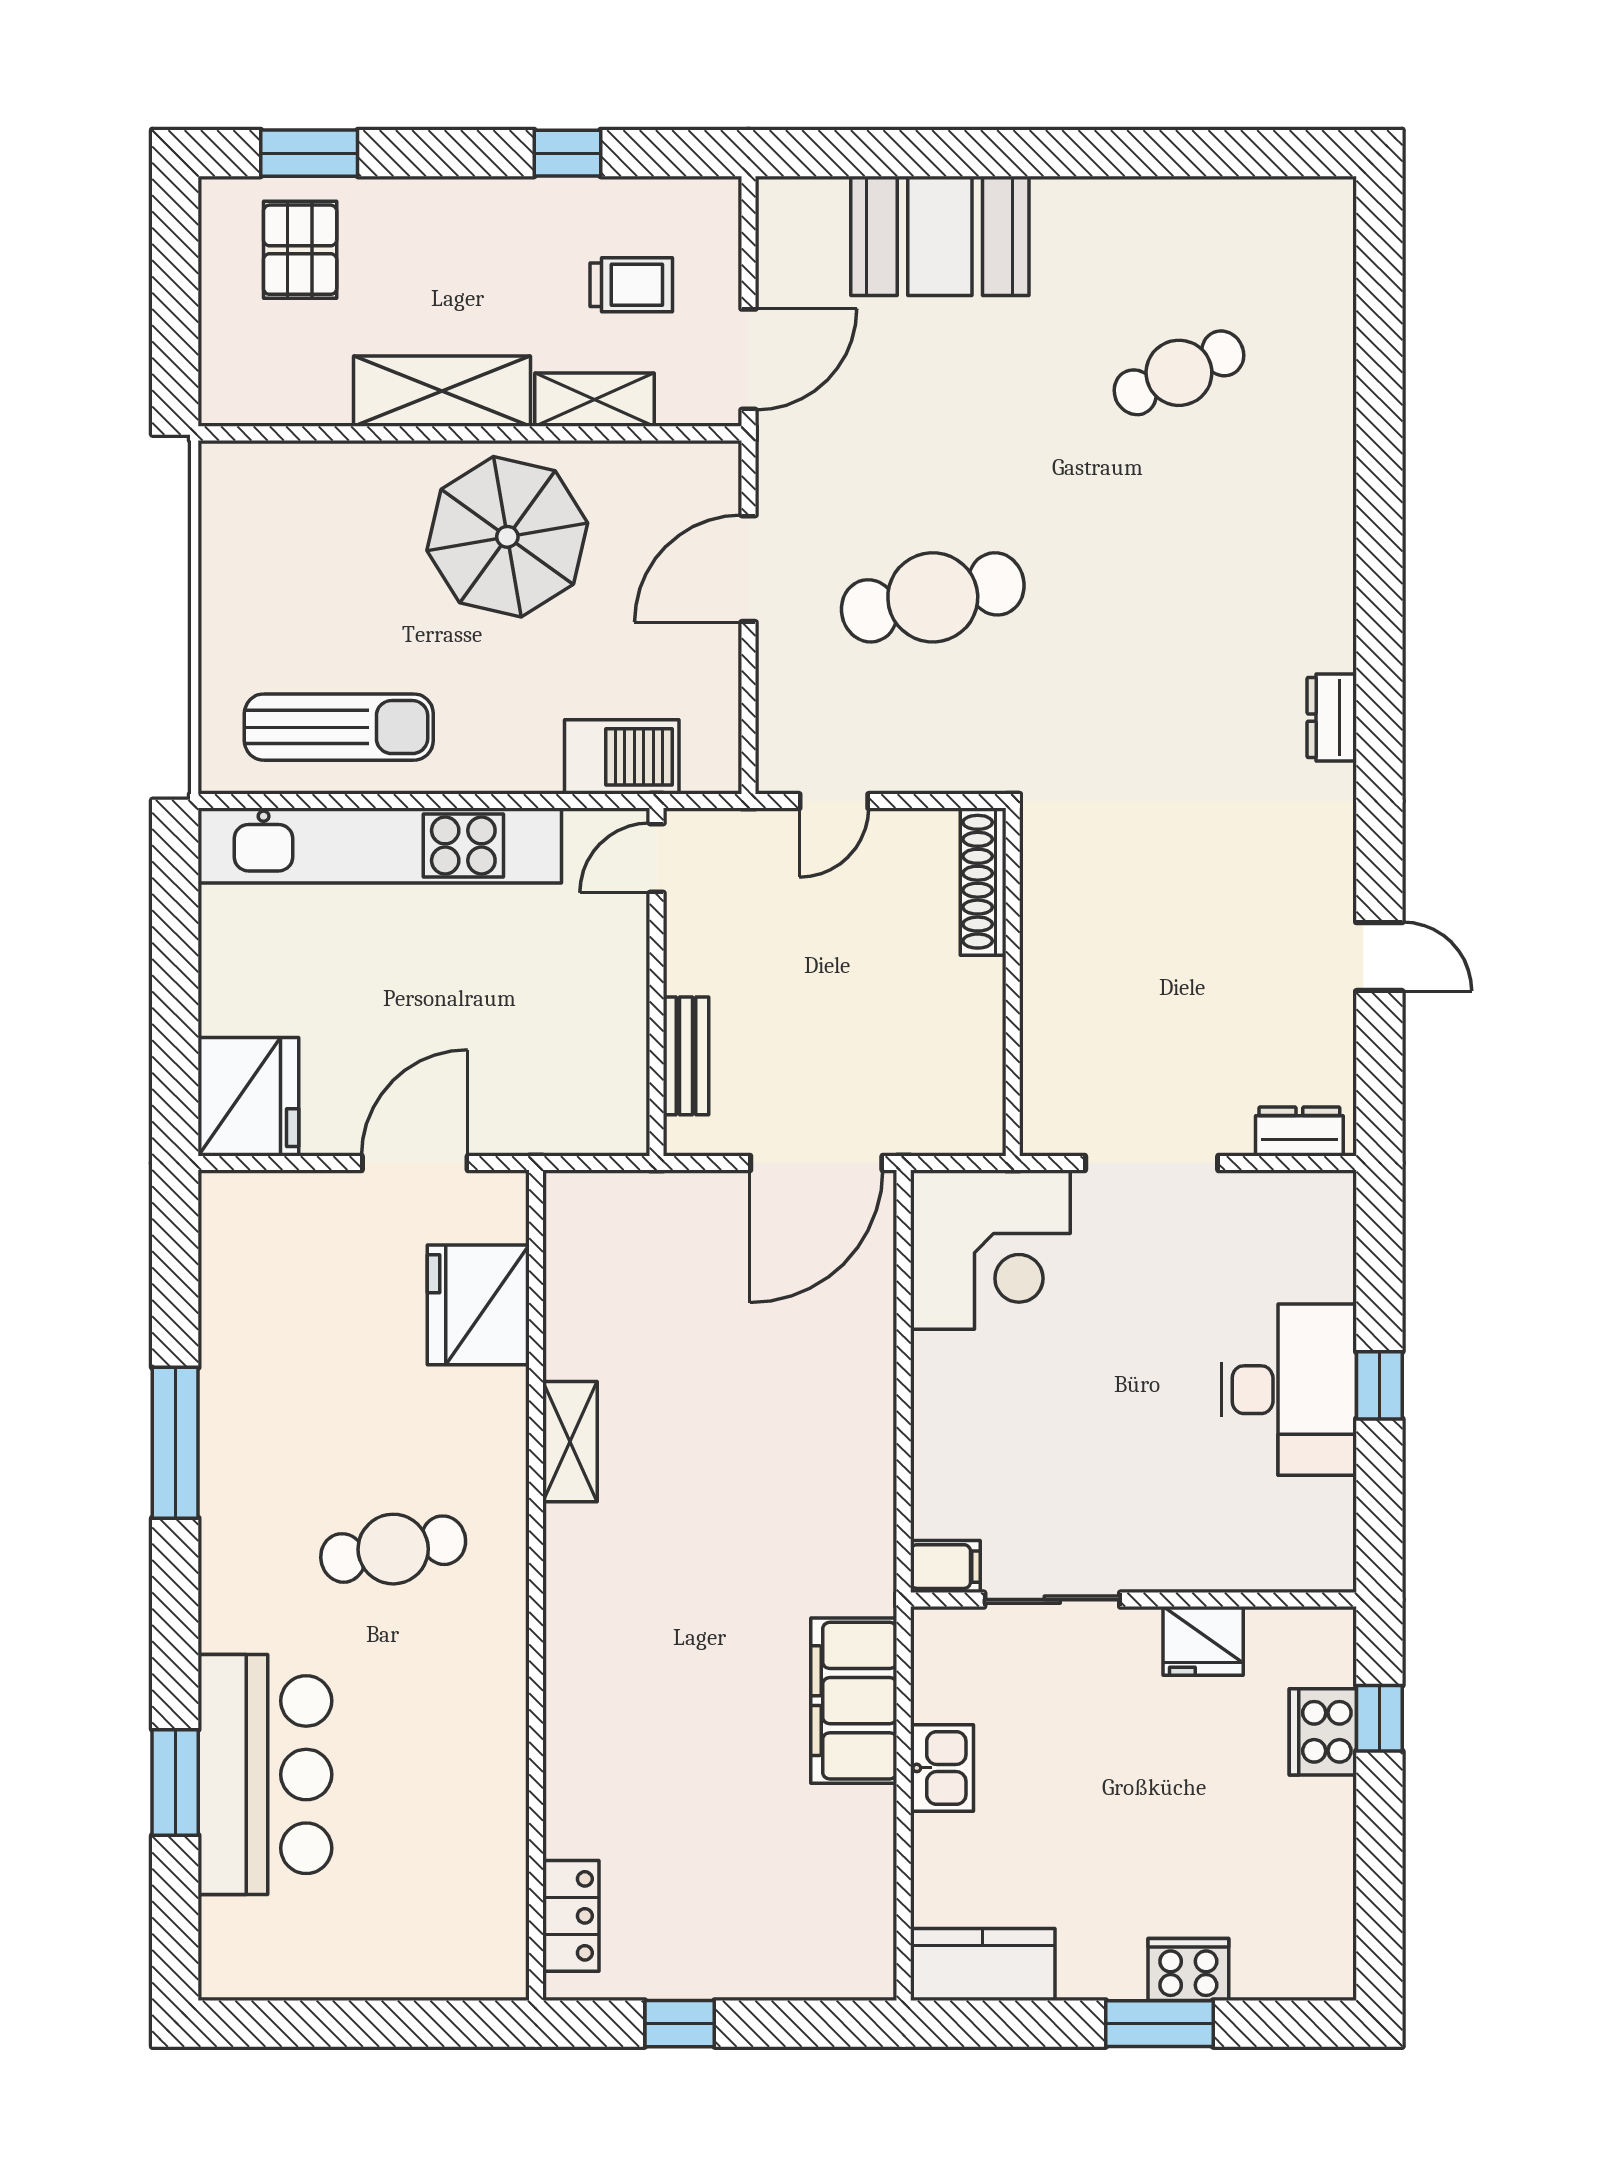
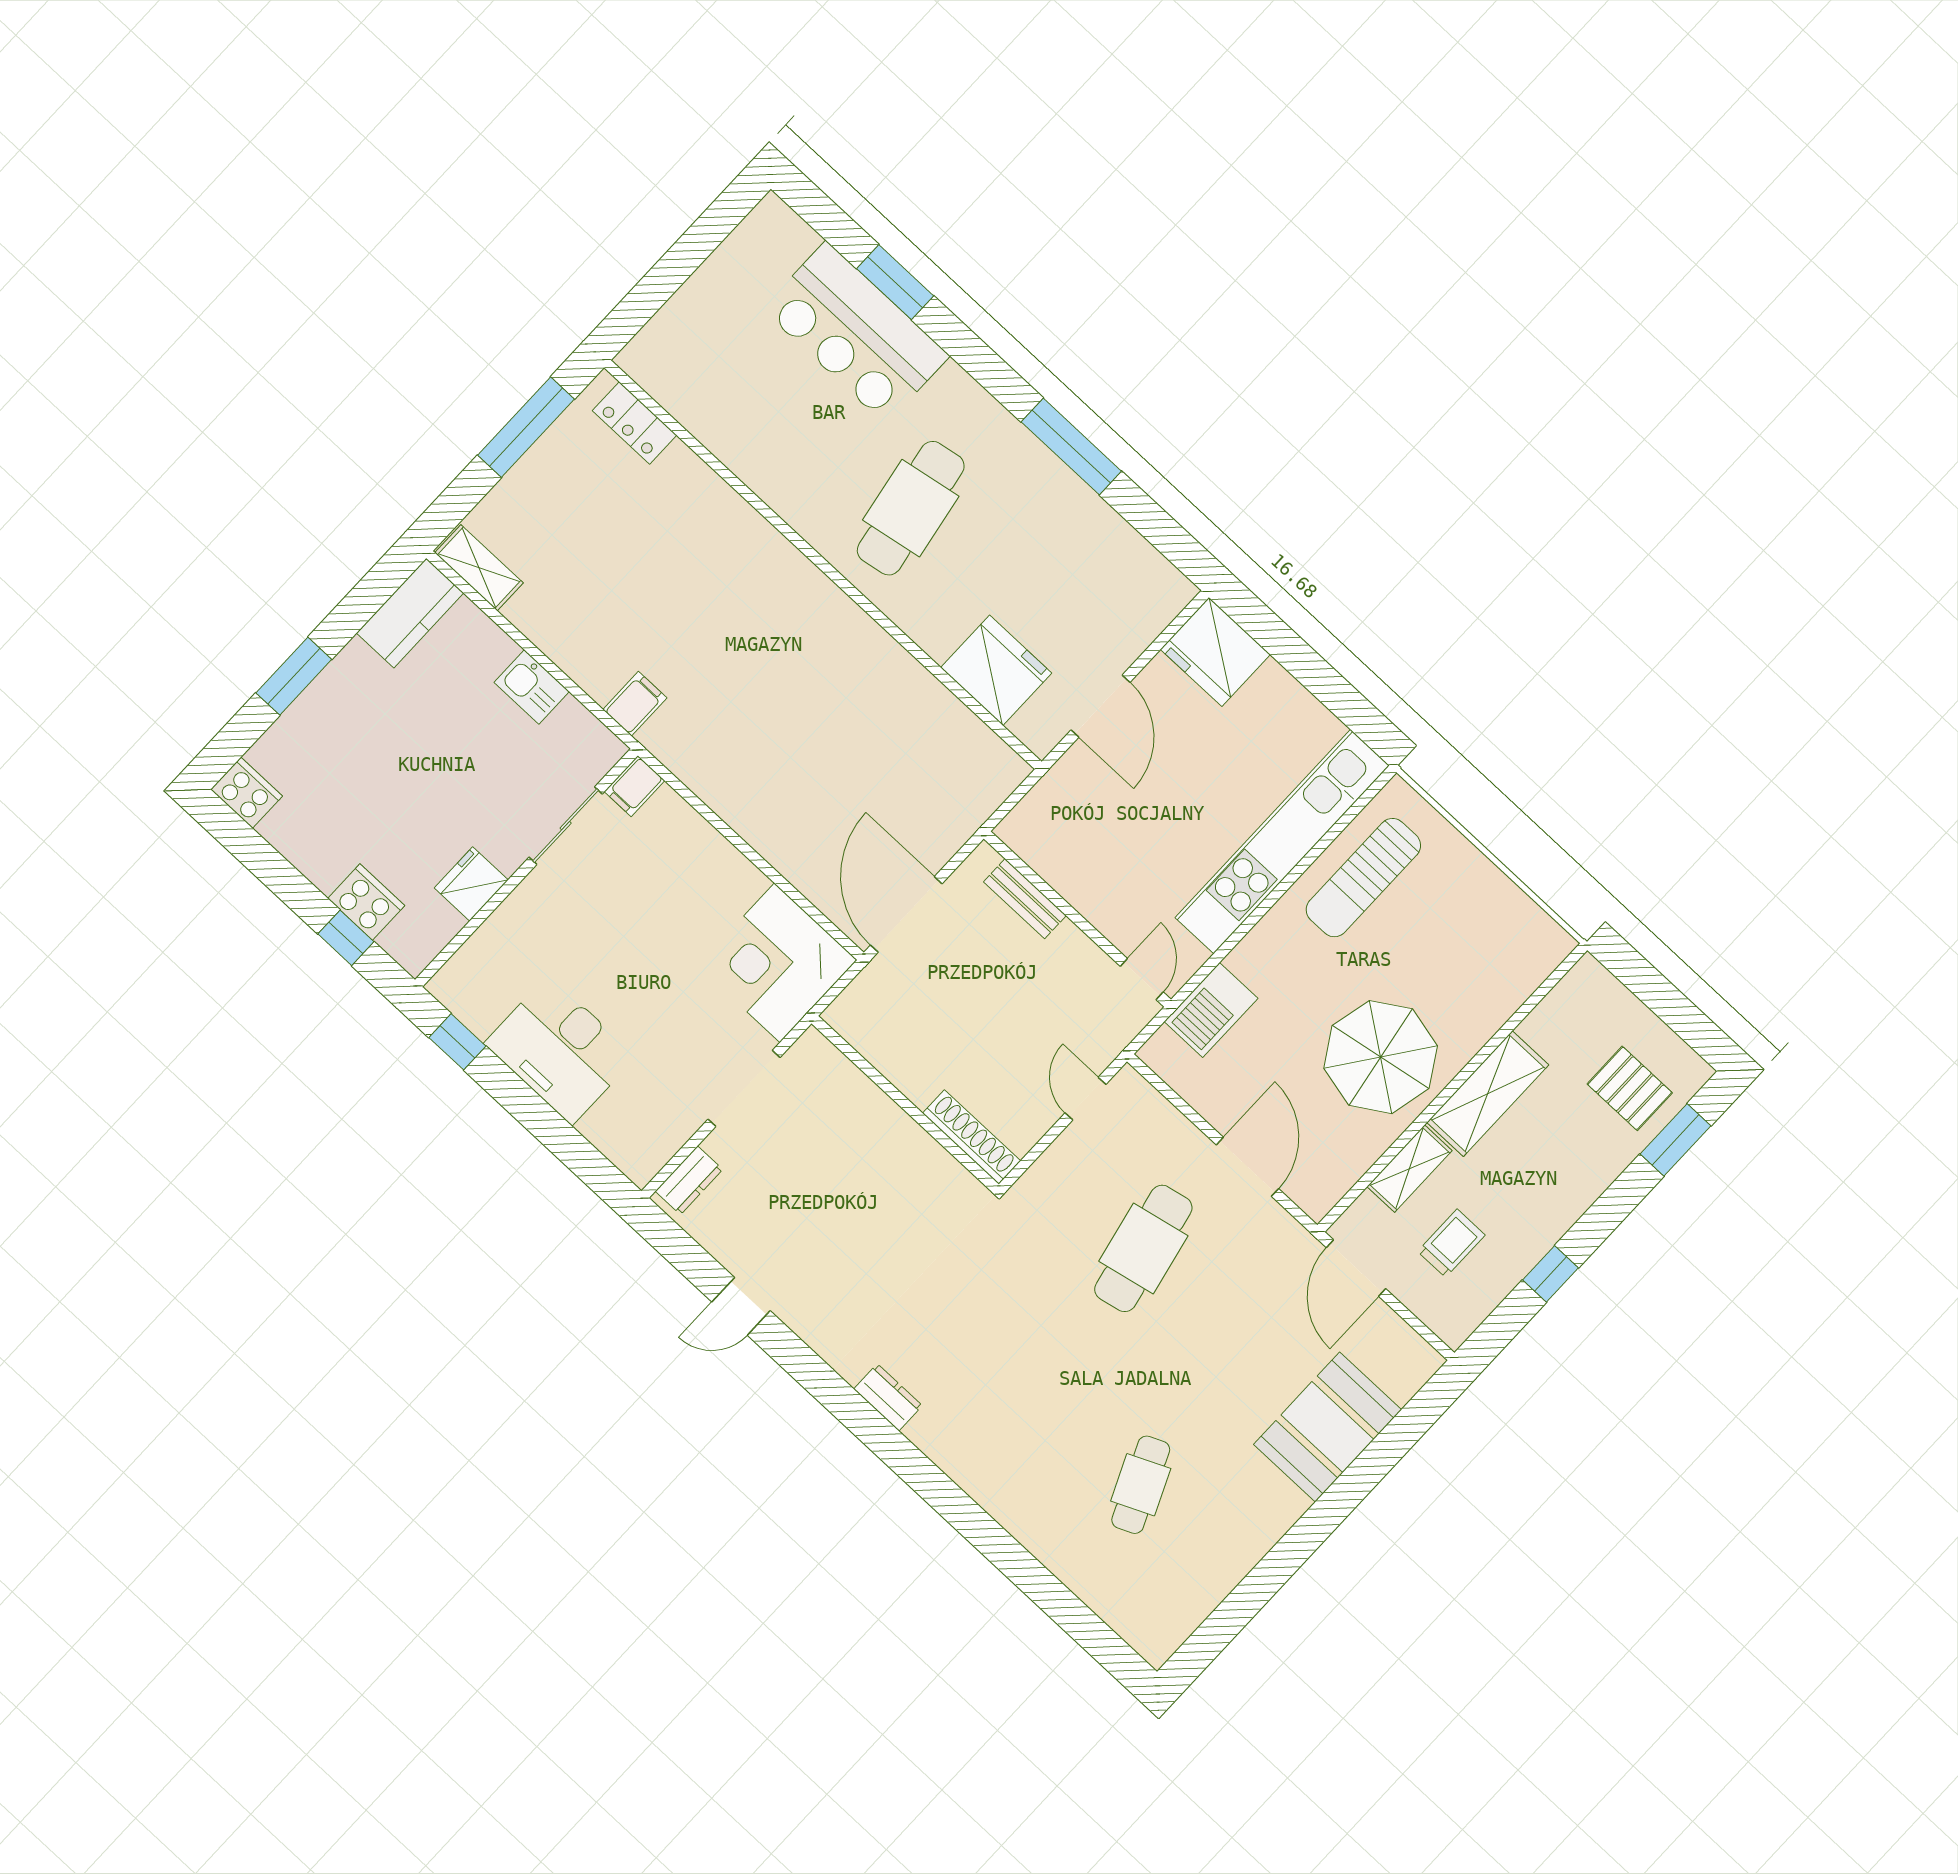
trolley: (631, 285) -> (1451, 1243), turned 180
window: (1379, 1385) -> (457, 1042), moved
shelving: (570, 1442) -> (479, 568), moved
cafe table: (393, 1549) -> (911, 508), width x1.37, depth x1.35
filing cabinet: (854, 1701) -> (635, 704), width x0.33, depth x0.86
cooker: (1188, 1969) -> (247, 793), moved, turned -90
window: (680, 2024) -> (526, 427), width x2.17

